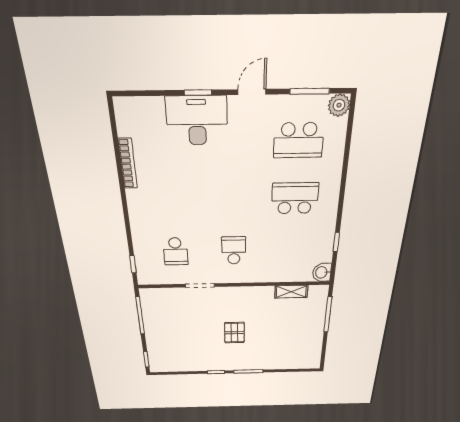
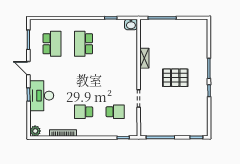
plant: (339, 105) -> (35, 131), moved
school desk: (234, 250) -> (84, 112), moved
shelving: (291, 292) -> (144, 58), moved
pallet: (234, 333) -> (175, 78), width x1.50, depth x1.42

